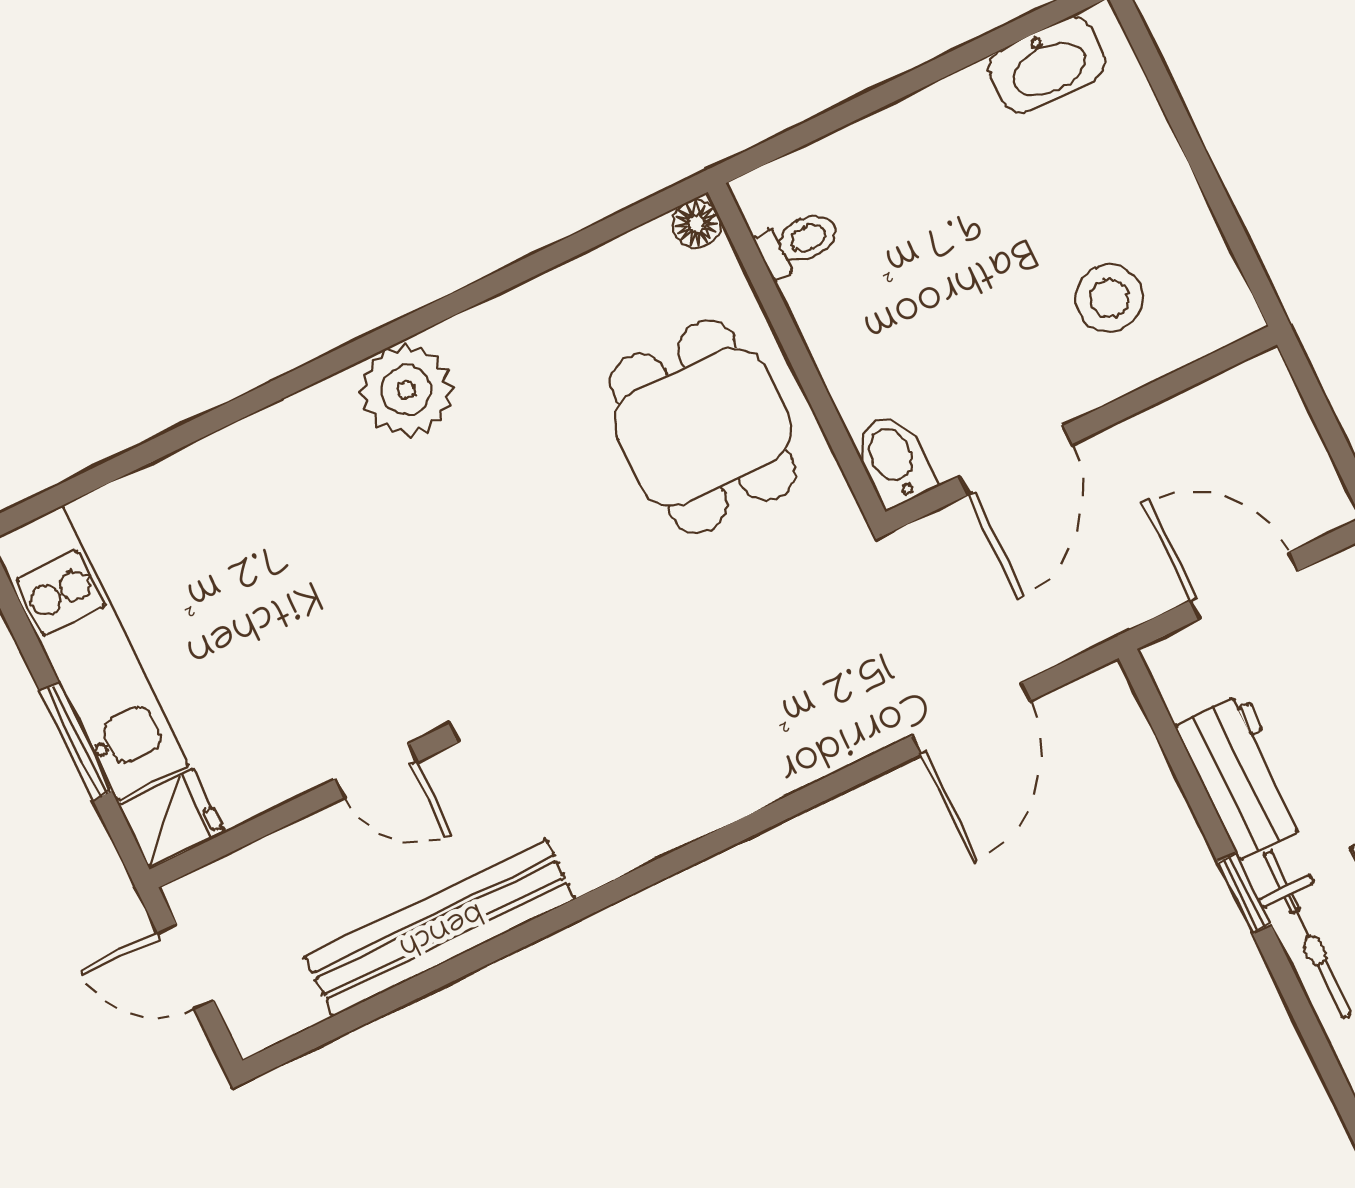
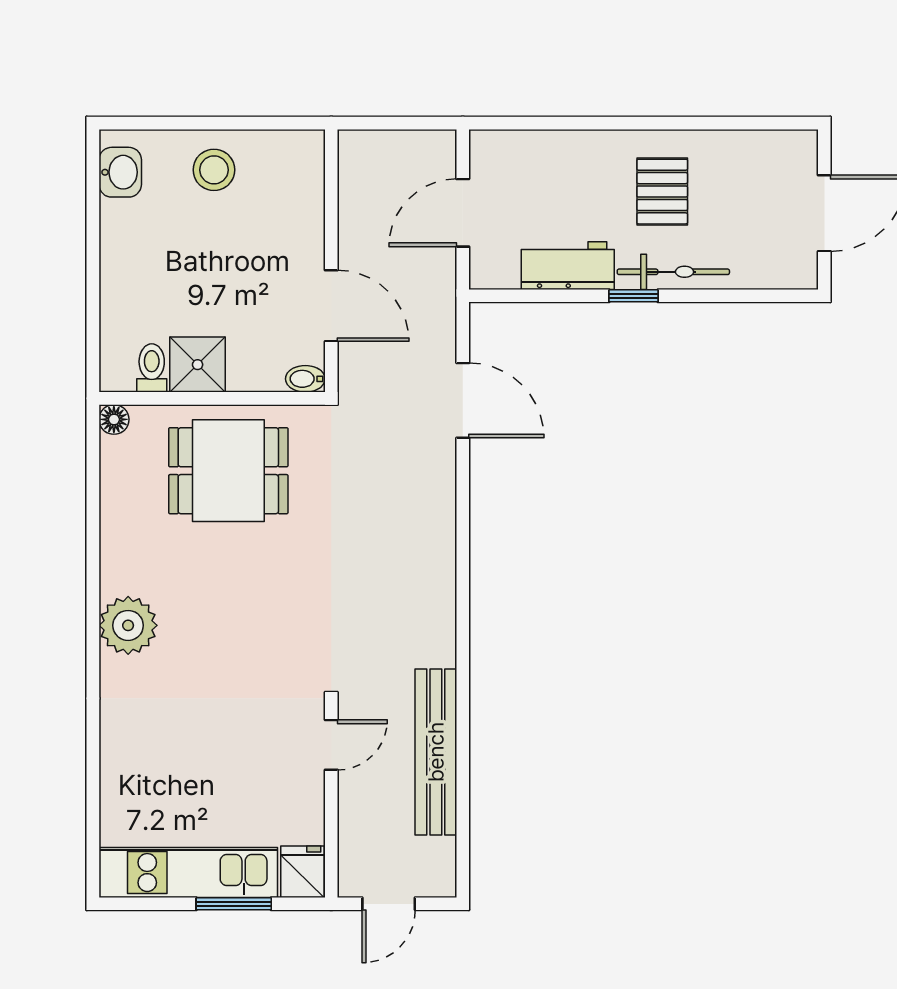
washbasin: (1047, 65) -> (120, 172), width x0.72
stool: (1109, 298) -> (214, 170), moved
shower: (836, 307) -> (198, 365), added
bidet: (893, 460) -> (305, 379), width x0.72, depth x0.74

